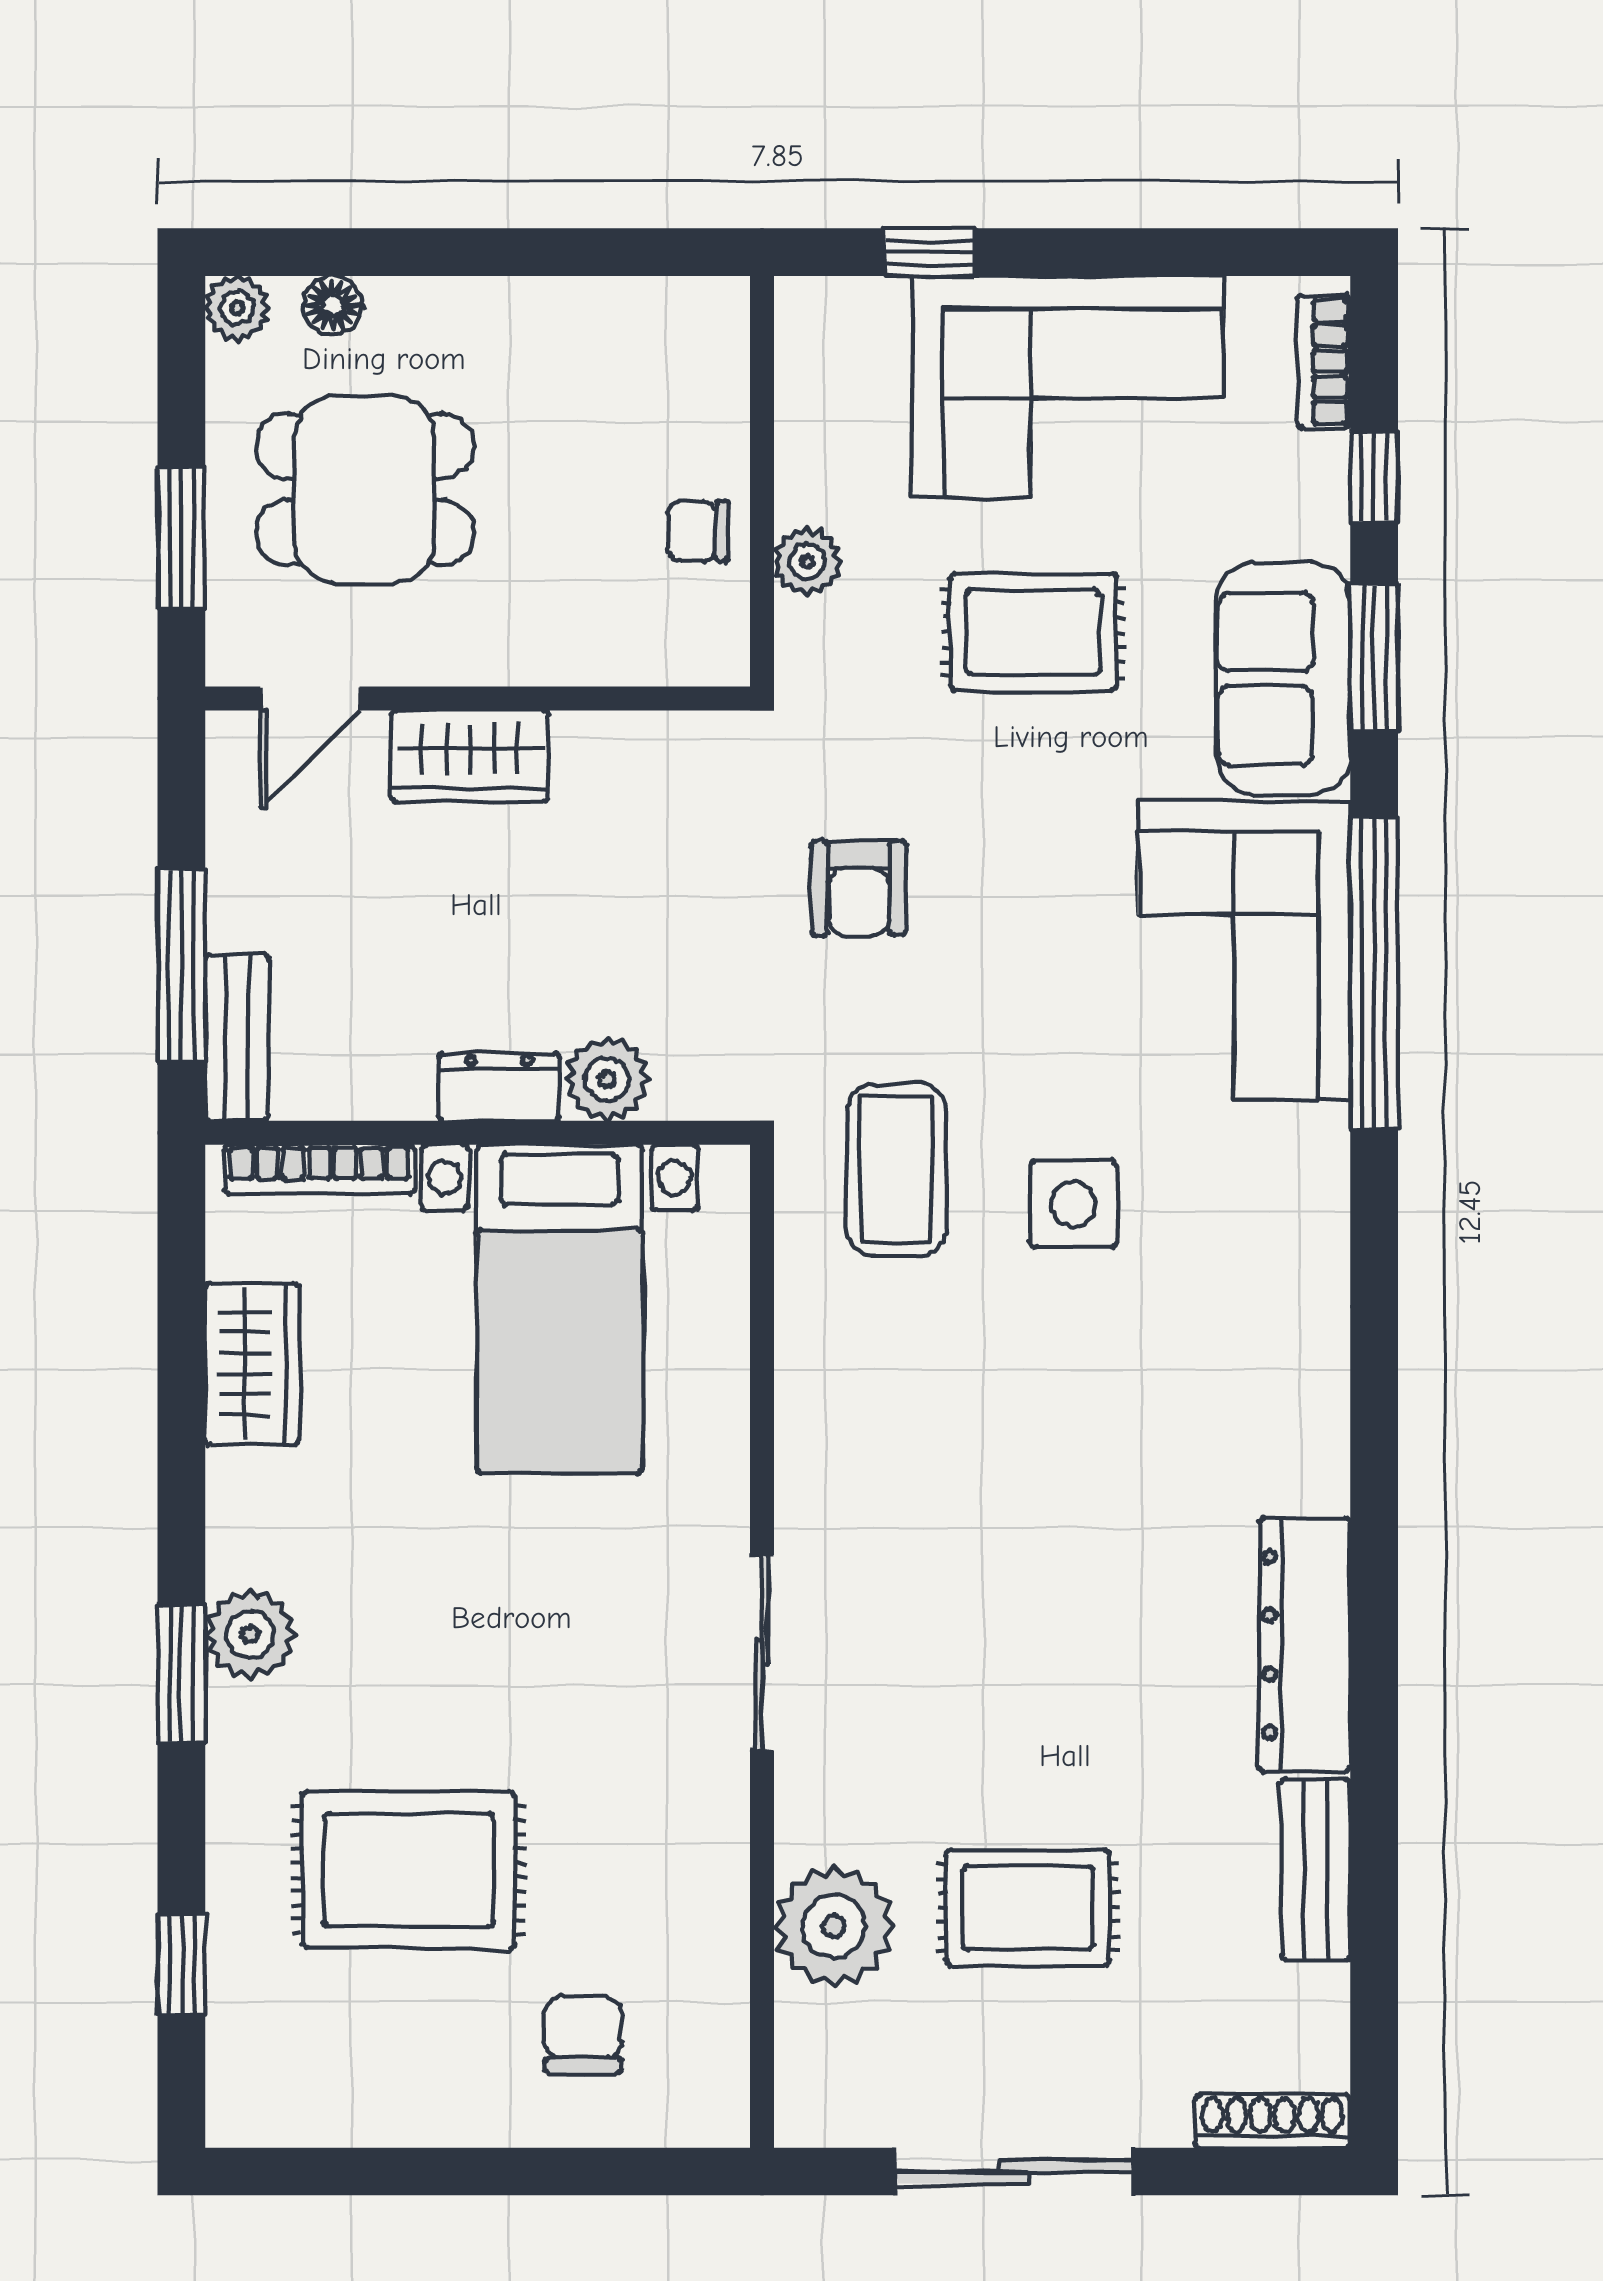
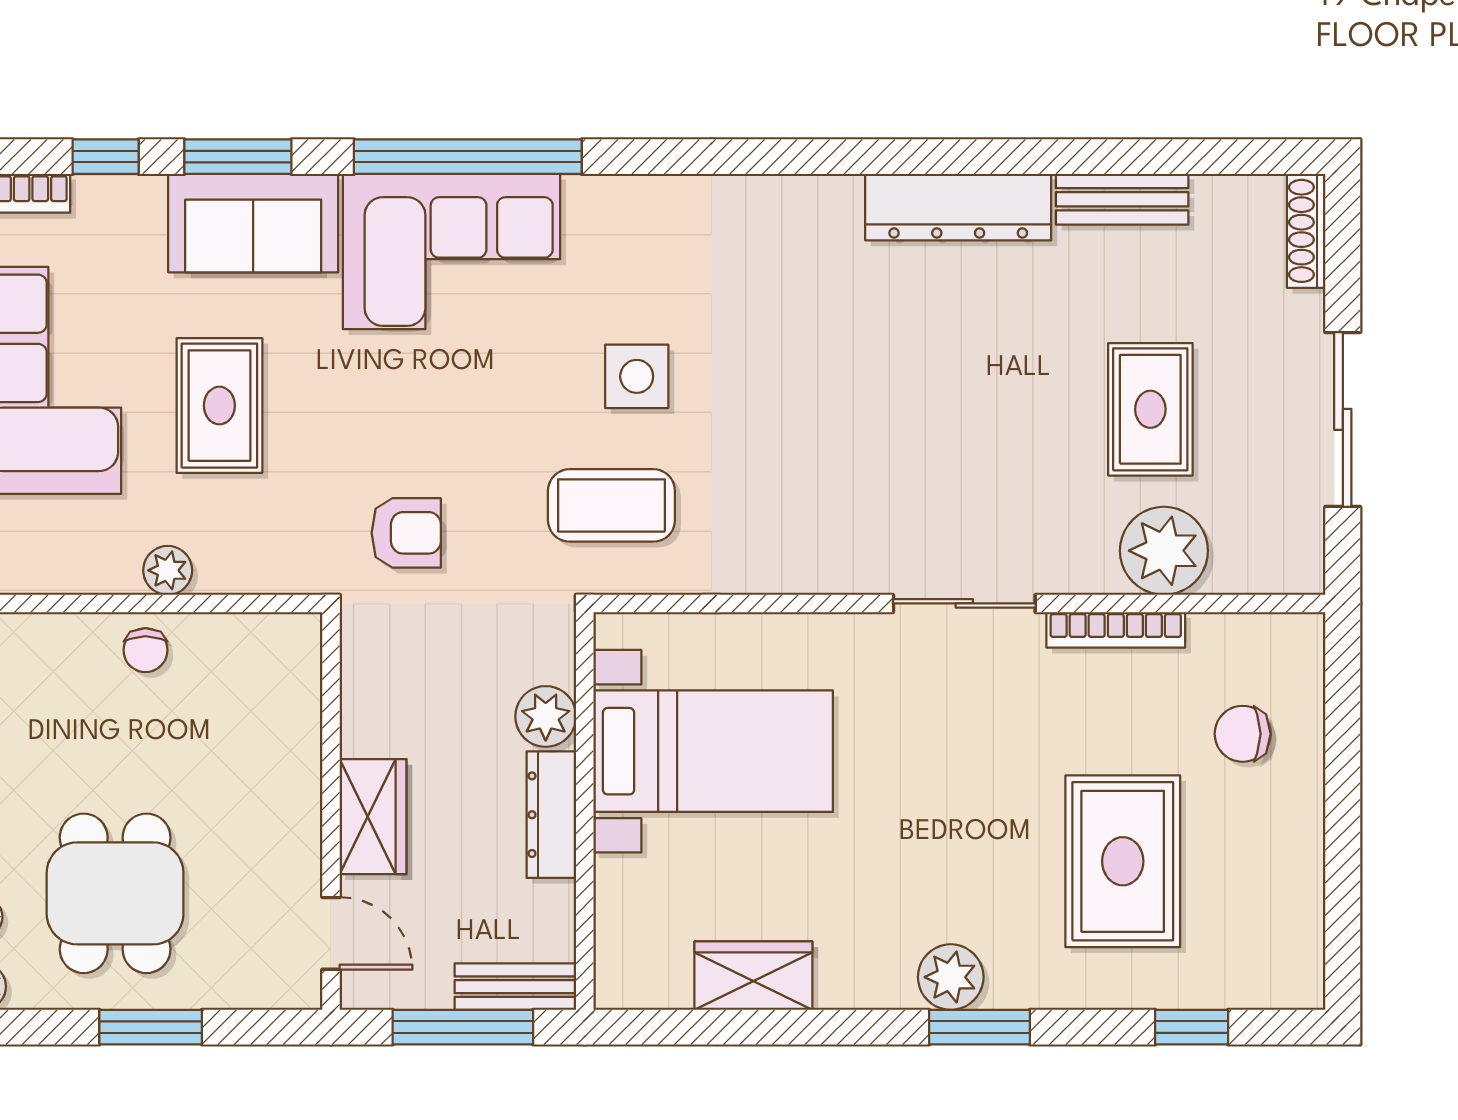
door: (310, 698) -> (331, 933), moved
wall: (478, 698) -> (331, 811), moved
wardrobe: (470, 756) -> (373, 817), moved
dresser: (499, 1087) -> (551, 815), width x1.44
bookcase: (319, 1169) -> (1116, 630), moved, turned 90

